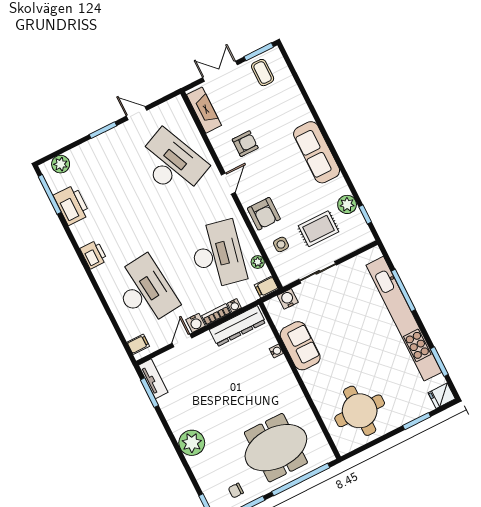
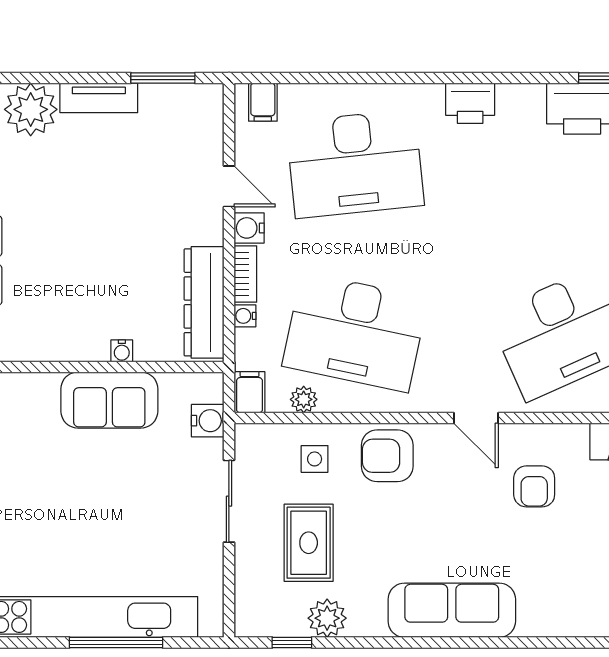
tv unit: (153, 379) -> (99, 98), moved

